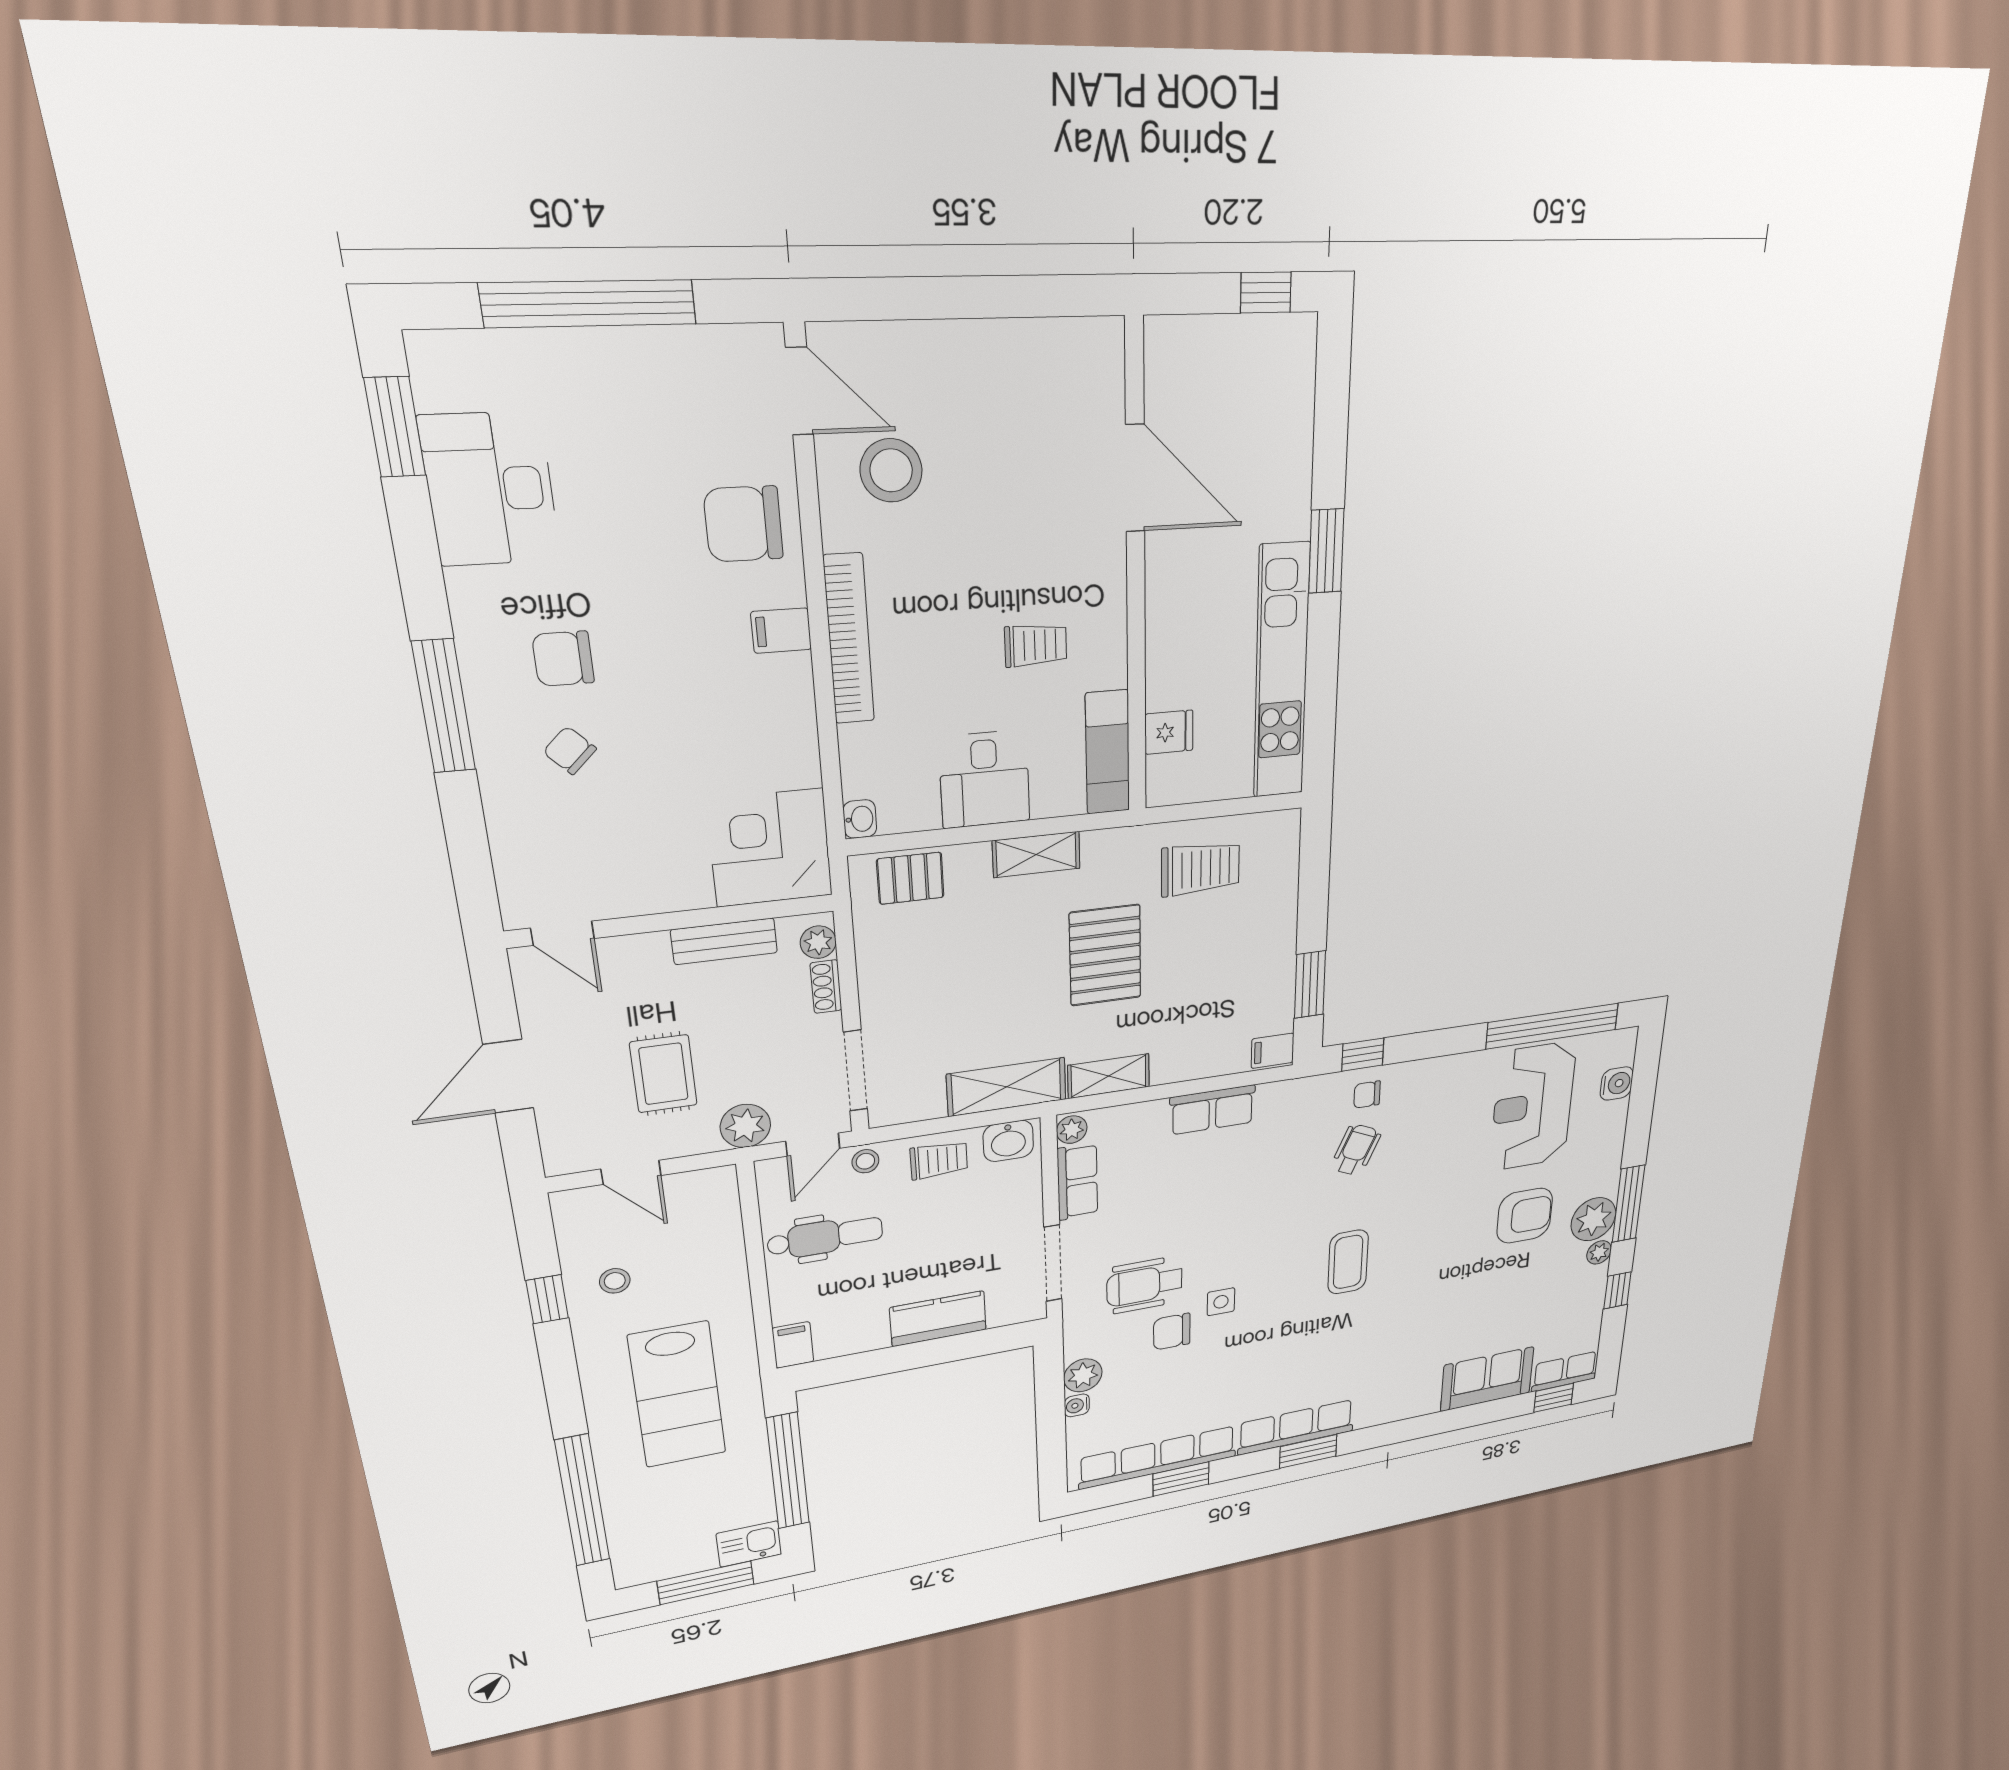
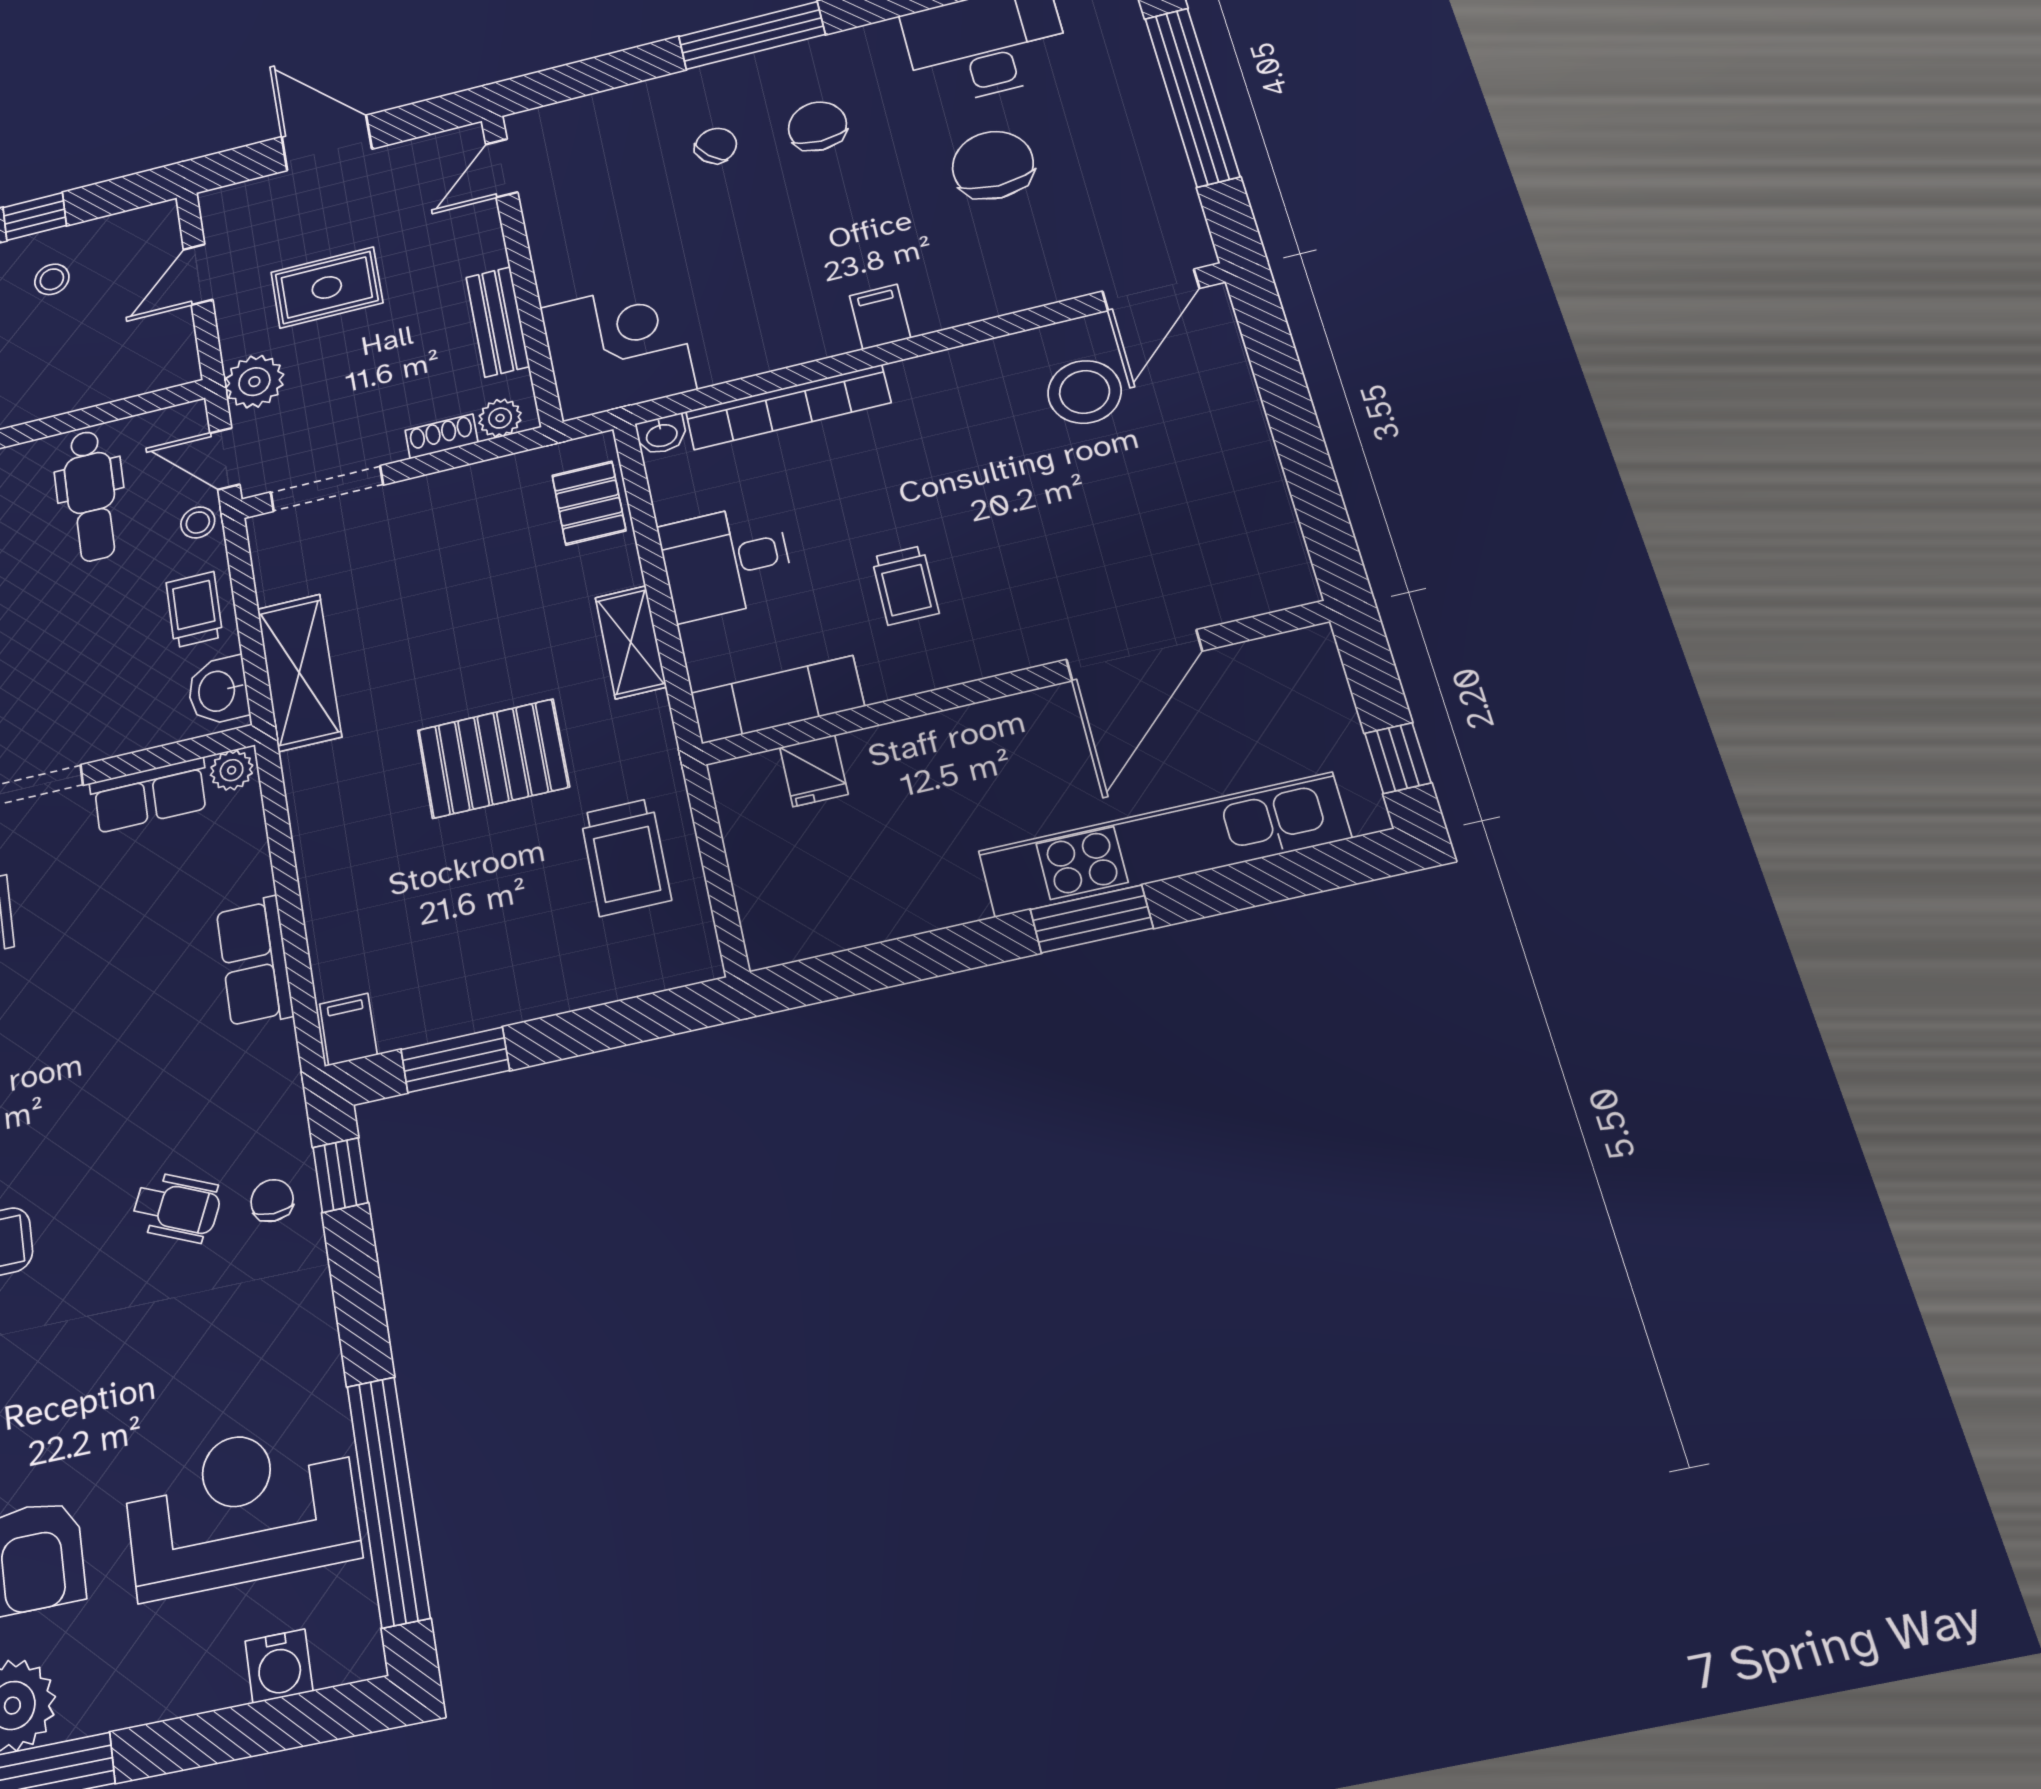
chair: (743, 524) -> (993, 165), moved
bookcase: (849, 639) -> (788, 407), moved
kitchen unit: (1281, 672) -> (1164, 845), moved
shelving: (1109, 1076) -> (312, 802), removed
trolley: (939, 1160) -> (194, 610), turned 180

